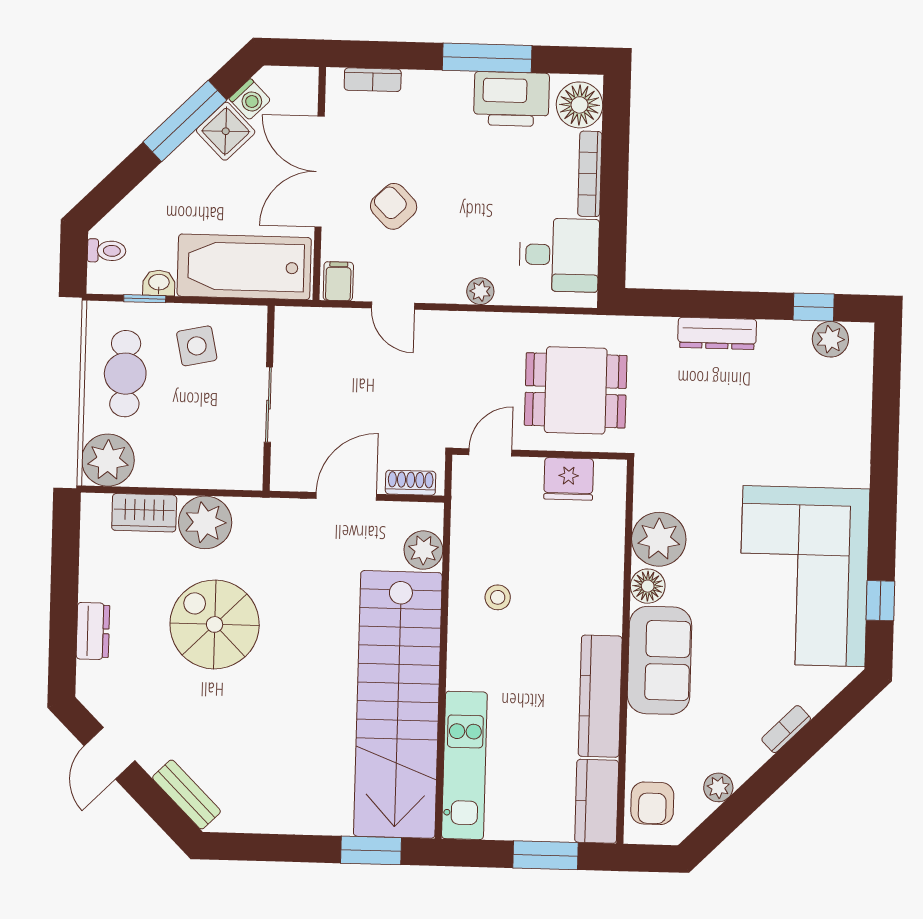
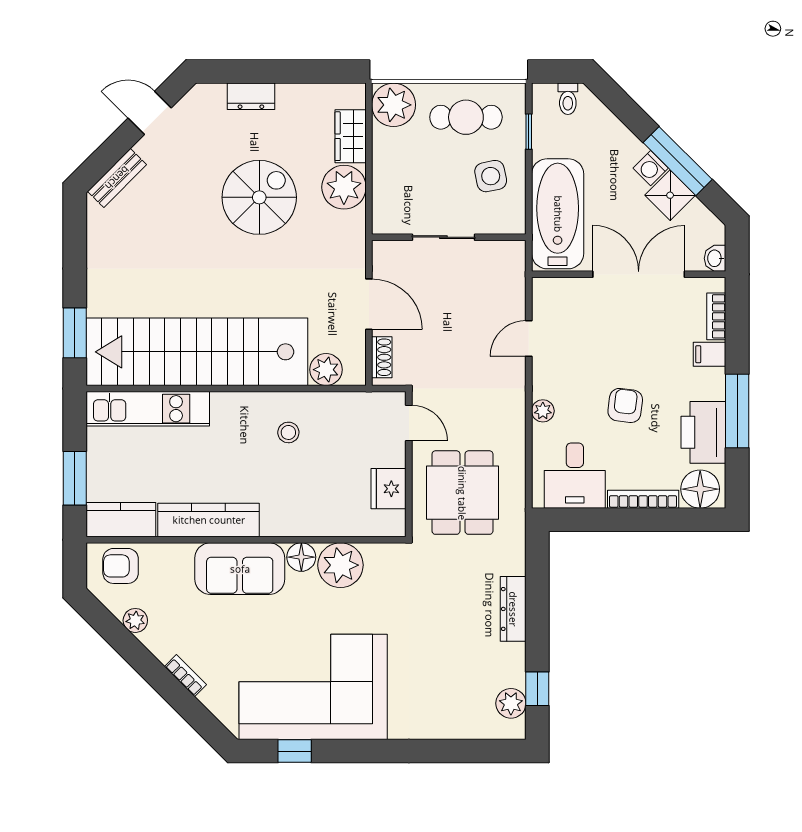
washing machine: (250, 99) -> (651, 168), moved
armchair: (394, 206) -> (625, 405), moved, turned -39
filing cabinet: (338, 281) -> (710, 354), moved, turned 180
washbasin: (159, 283) -> (715, 258), moved, turned 180

